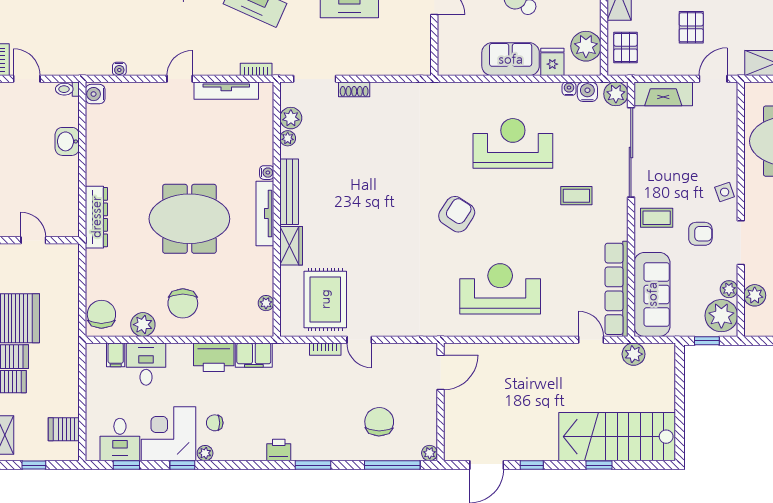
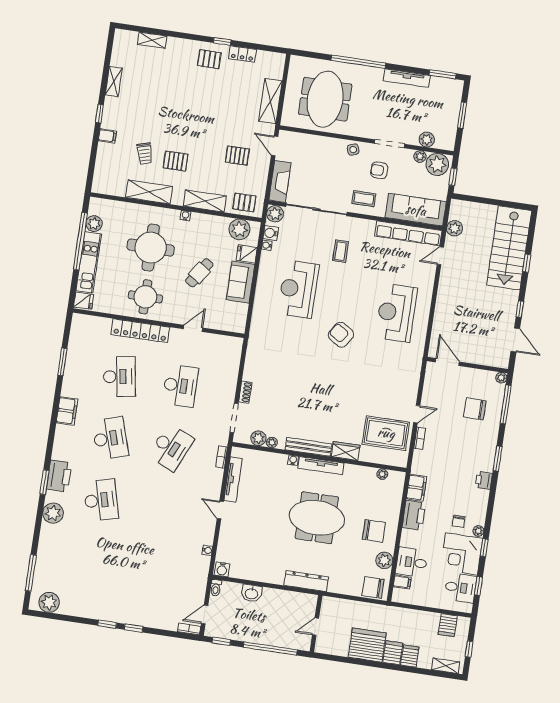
coffee table: (657, 218) -> (364, 199), turned 90
meeting table: (189, 219) -> (317, 518), turned 90
armchair: (700, 234) -> (379, 170), turned -90

